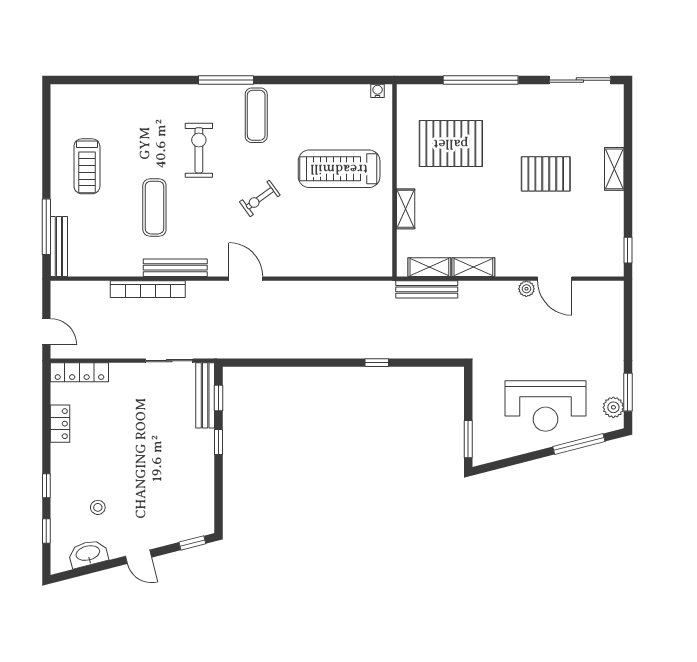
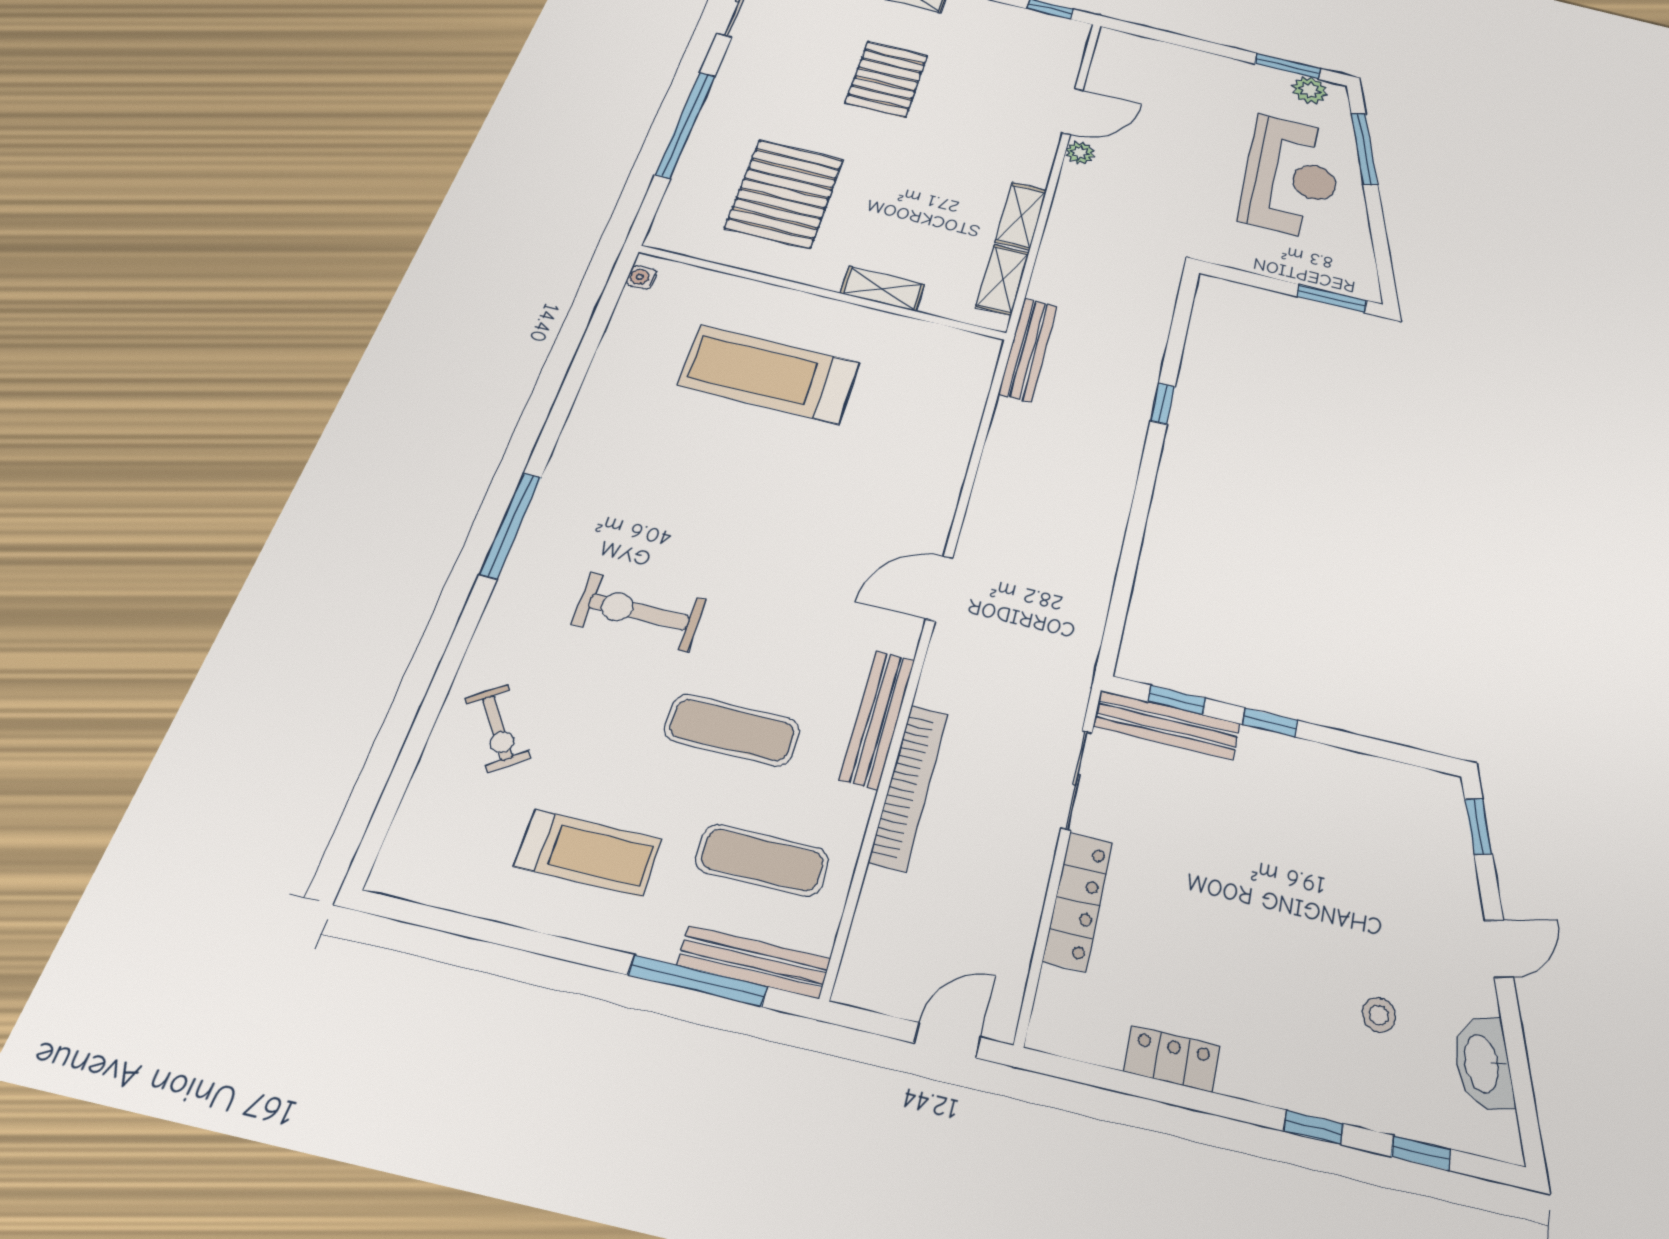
exercise mat: (256, 115) -> (762, 860), moved
treadmill: (339, 169) -> (769, 374), turned 90
exercise bike: (260, 198) -> (498, 728), moved
bench: (427, 289) -> (1028, 350), moved
locker: (79, 372) -> (1078, 901), moved

